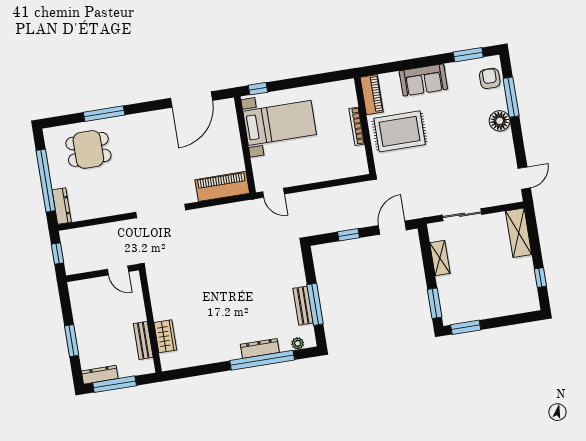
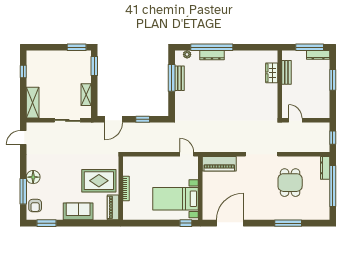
dining table: (88, 149) -> (290, 183), moved, turned 90

